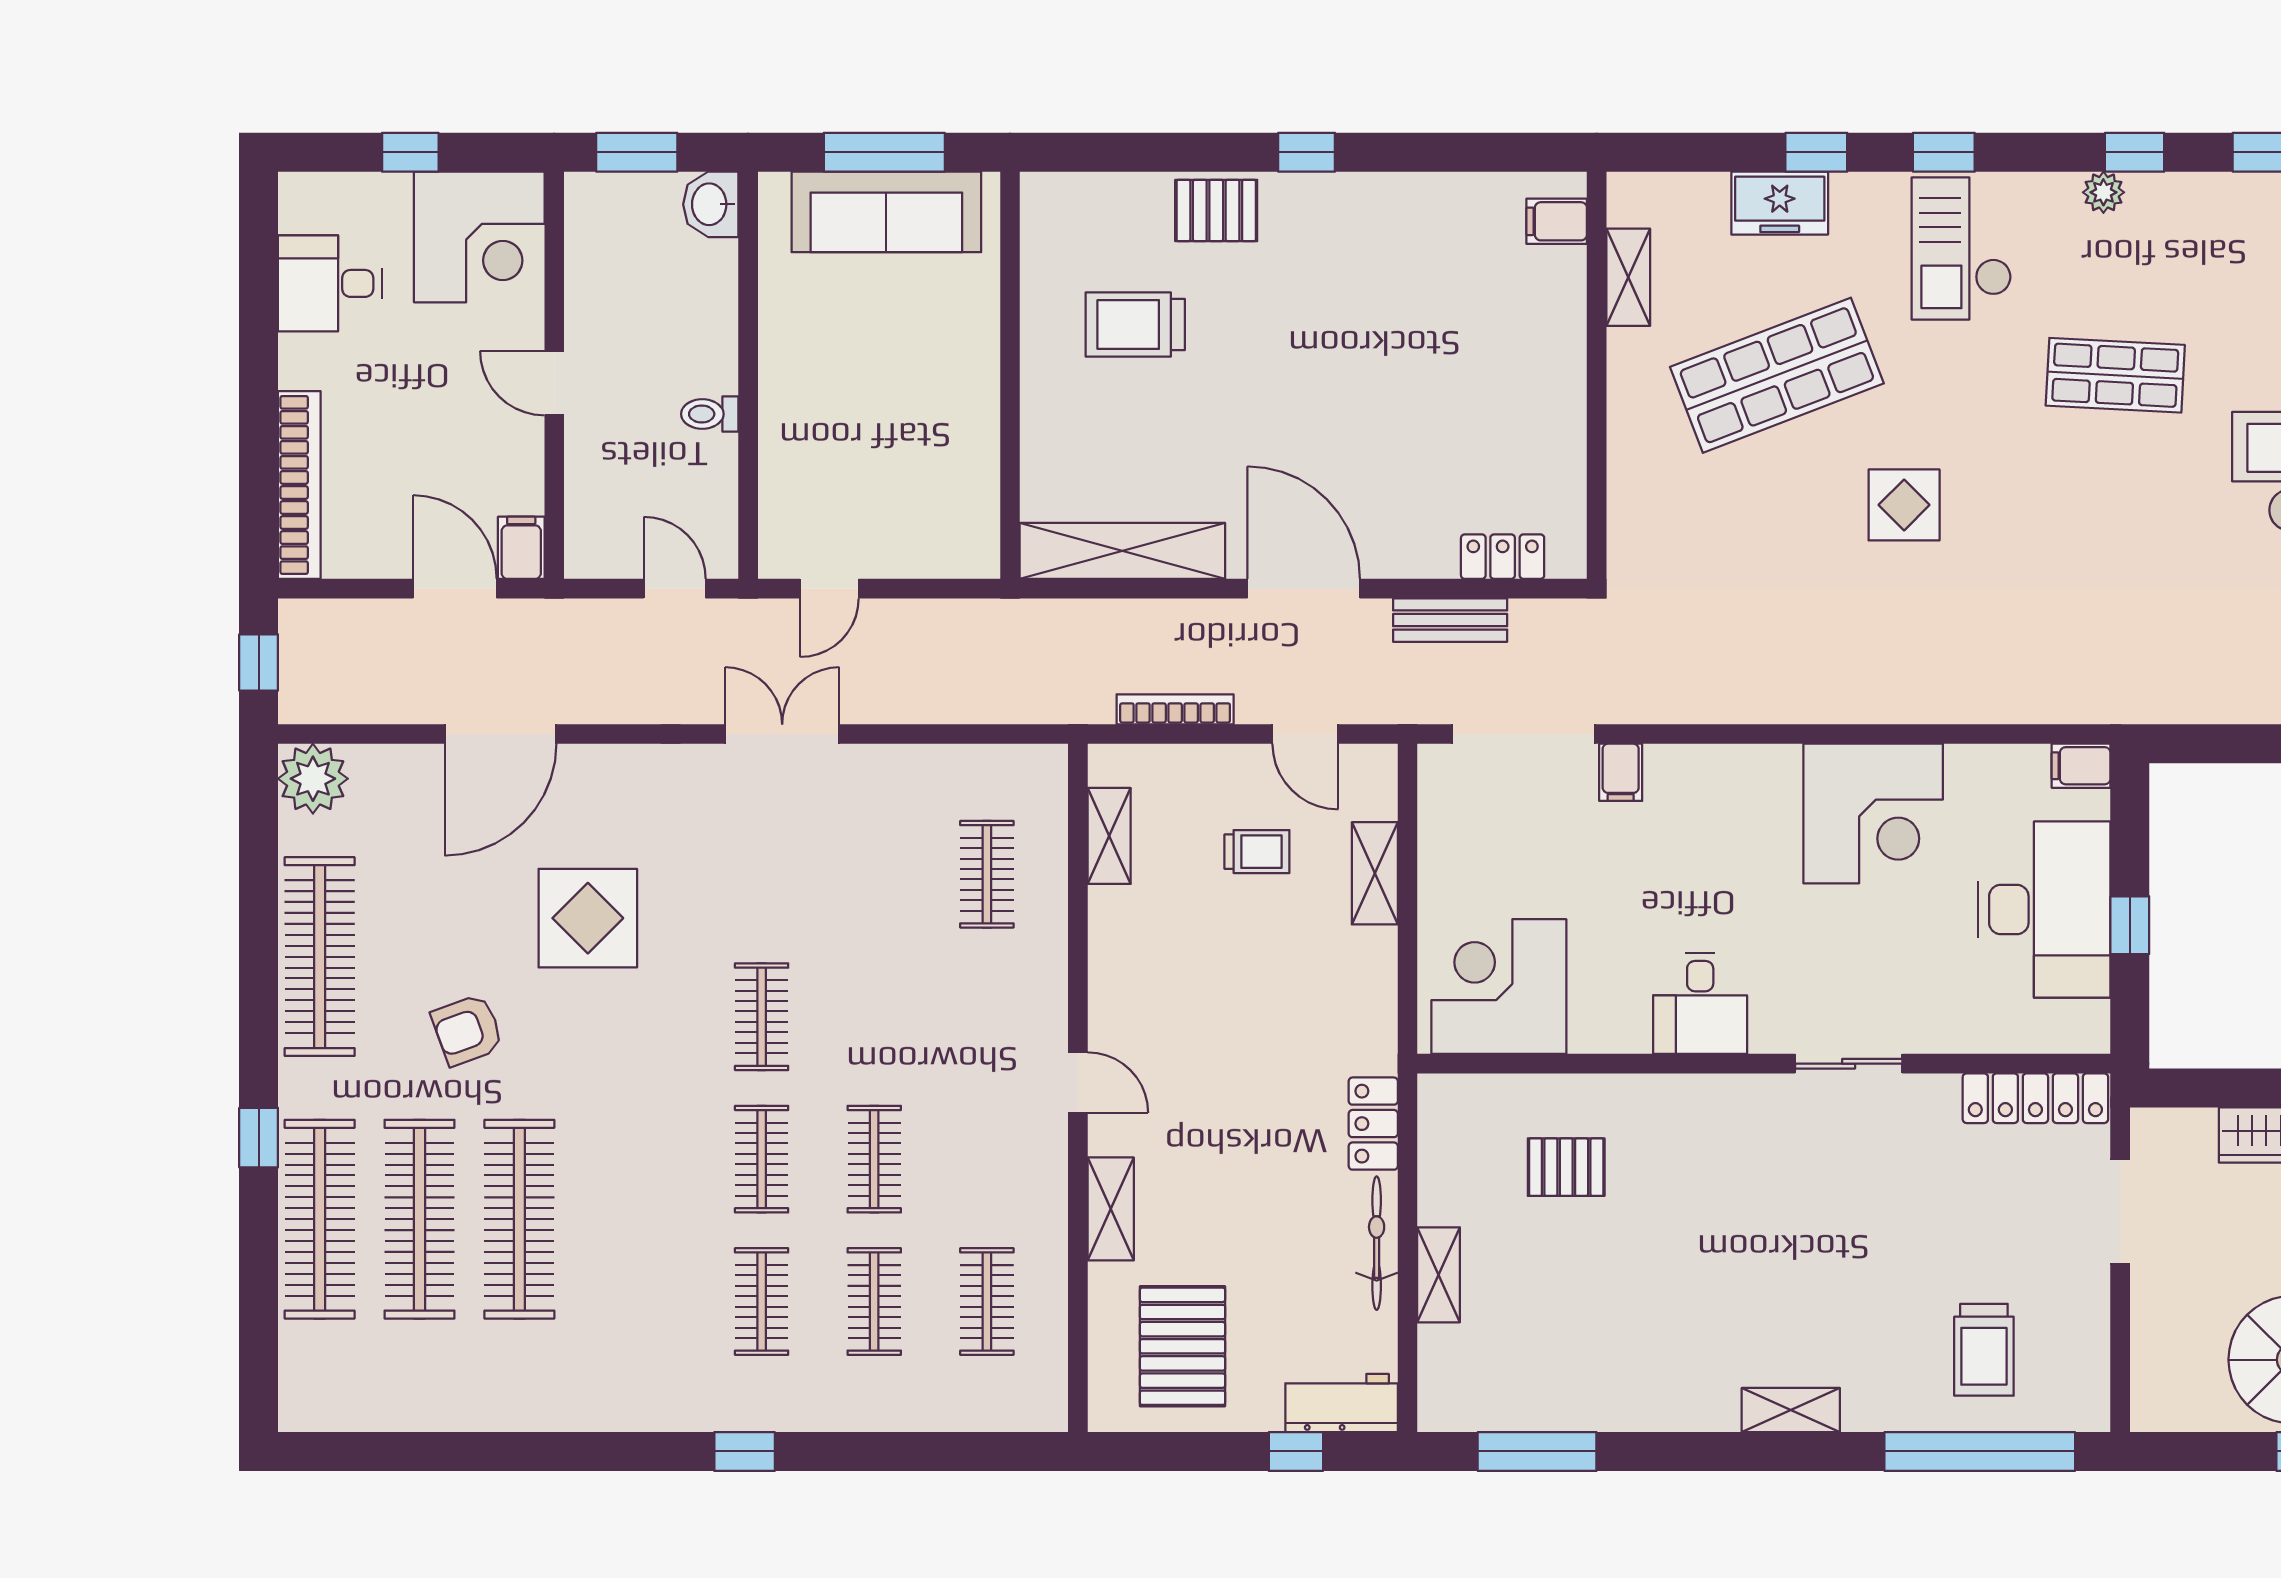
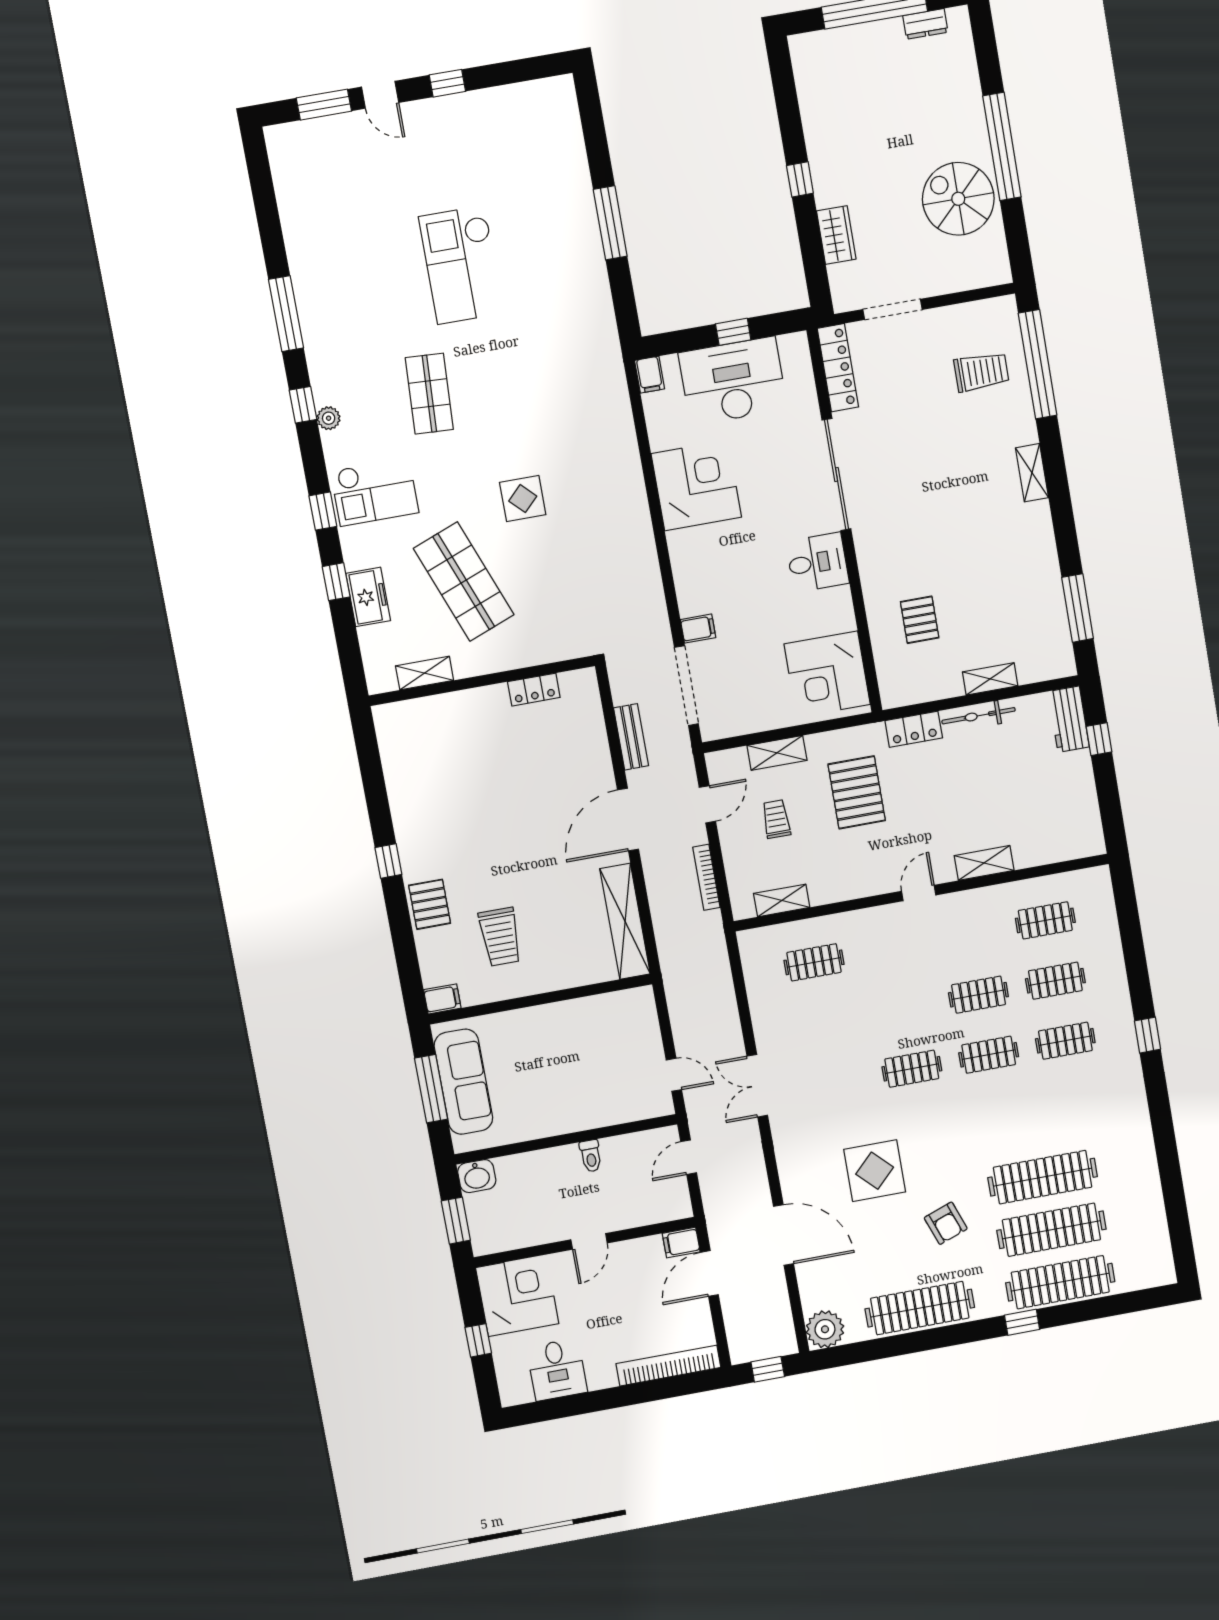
filing cabinet: (1557, 221) -> (442, 999), moved, turned -90
locker: (1503, 557) -> (534, 690), moved, turned -90
sliding door: (1849, 1064) -> (836, 475), width x1.86
pallet: (1183, 1346) -> (857, 792), moved, turned 90

